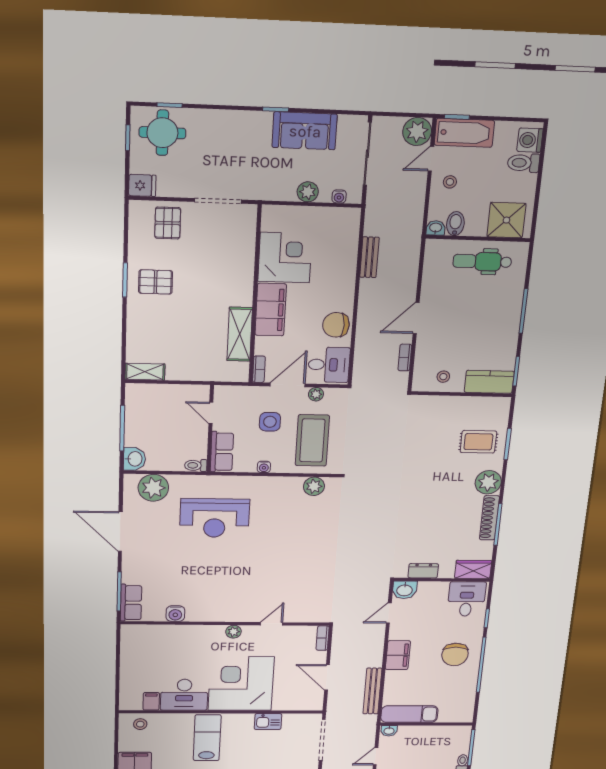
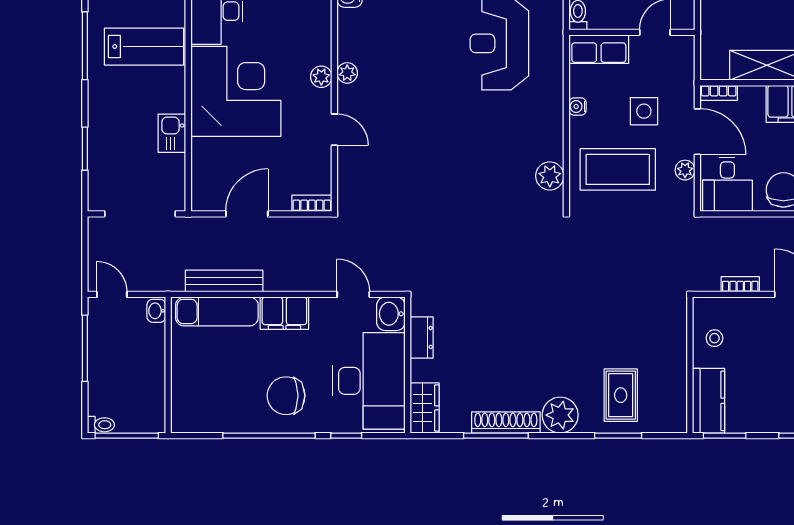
desk: (467, 599) -> (369, 381), width x1.87, depth x1.30
plant: (232, 616) -> (347, 73), added
exam couch: (409, 714) -> (217, 311), moved, turned 90

